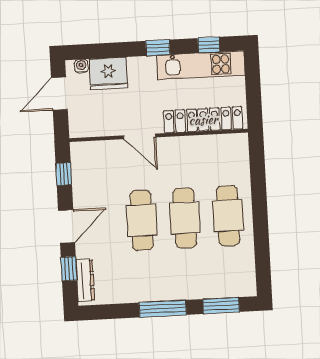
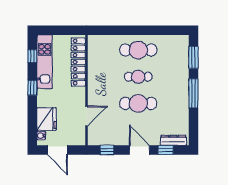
door: (140, 136) -> (86, 116), moved
cafe table: (185, 218) -> (138, 77), width x0.73, depth x0.74

